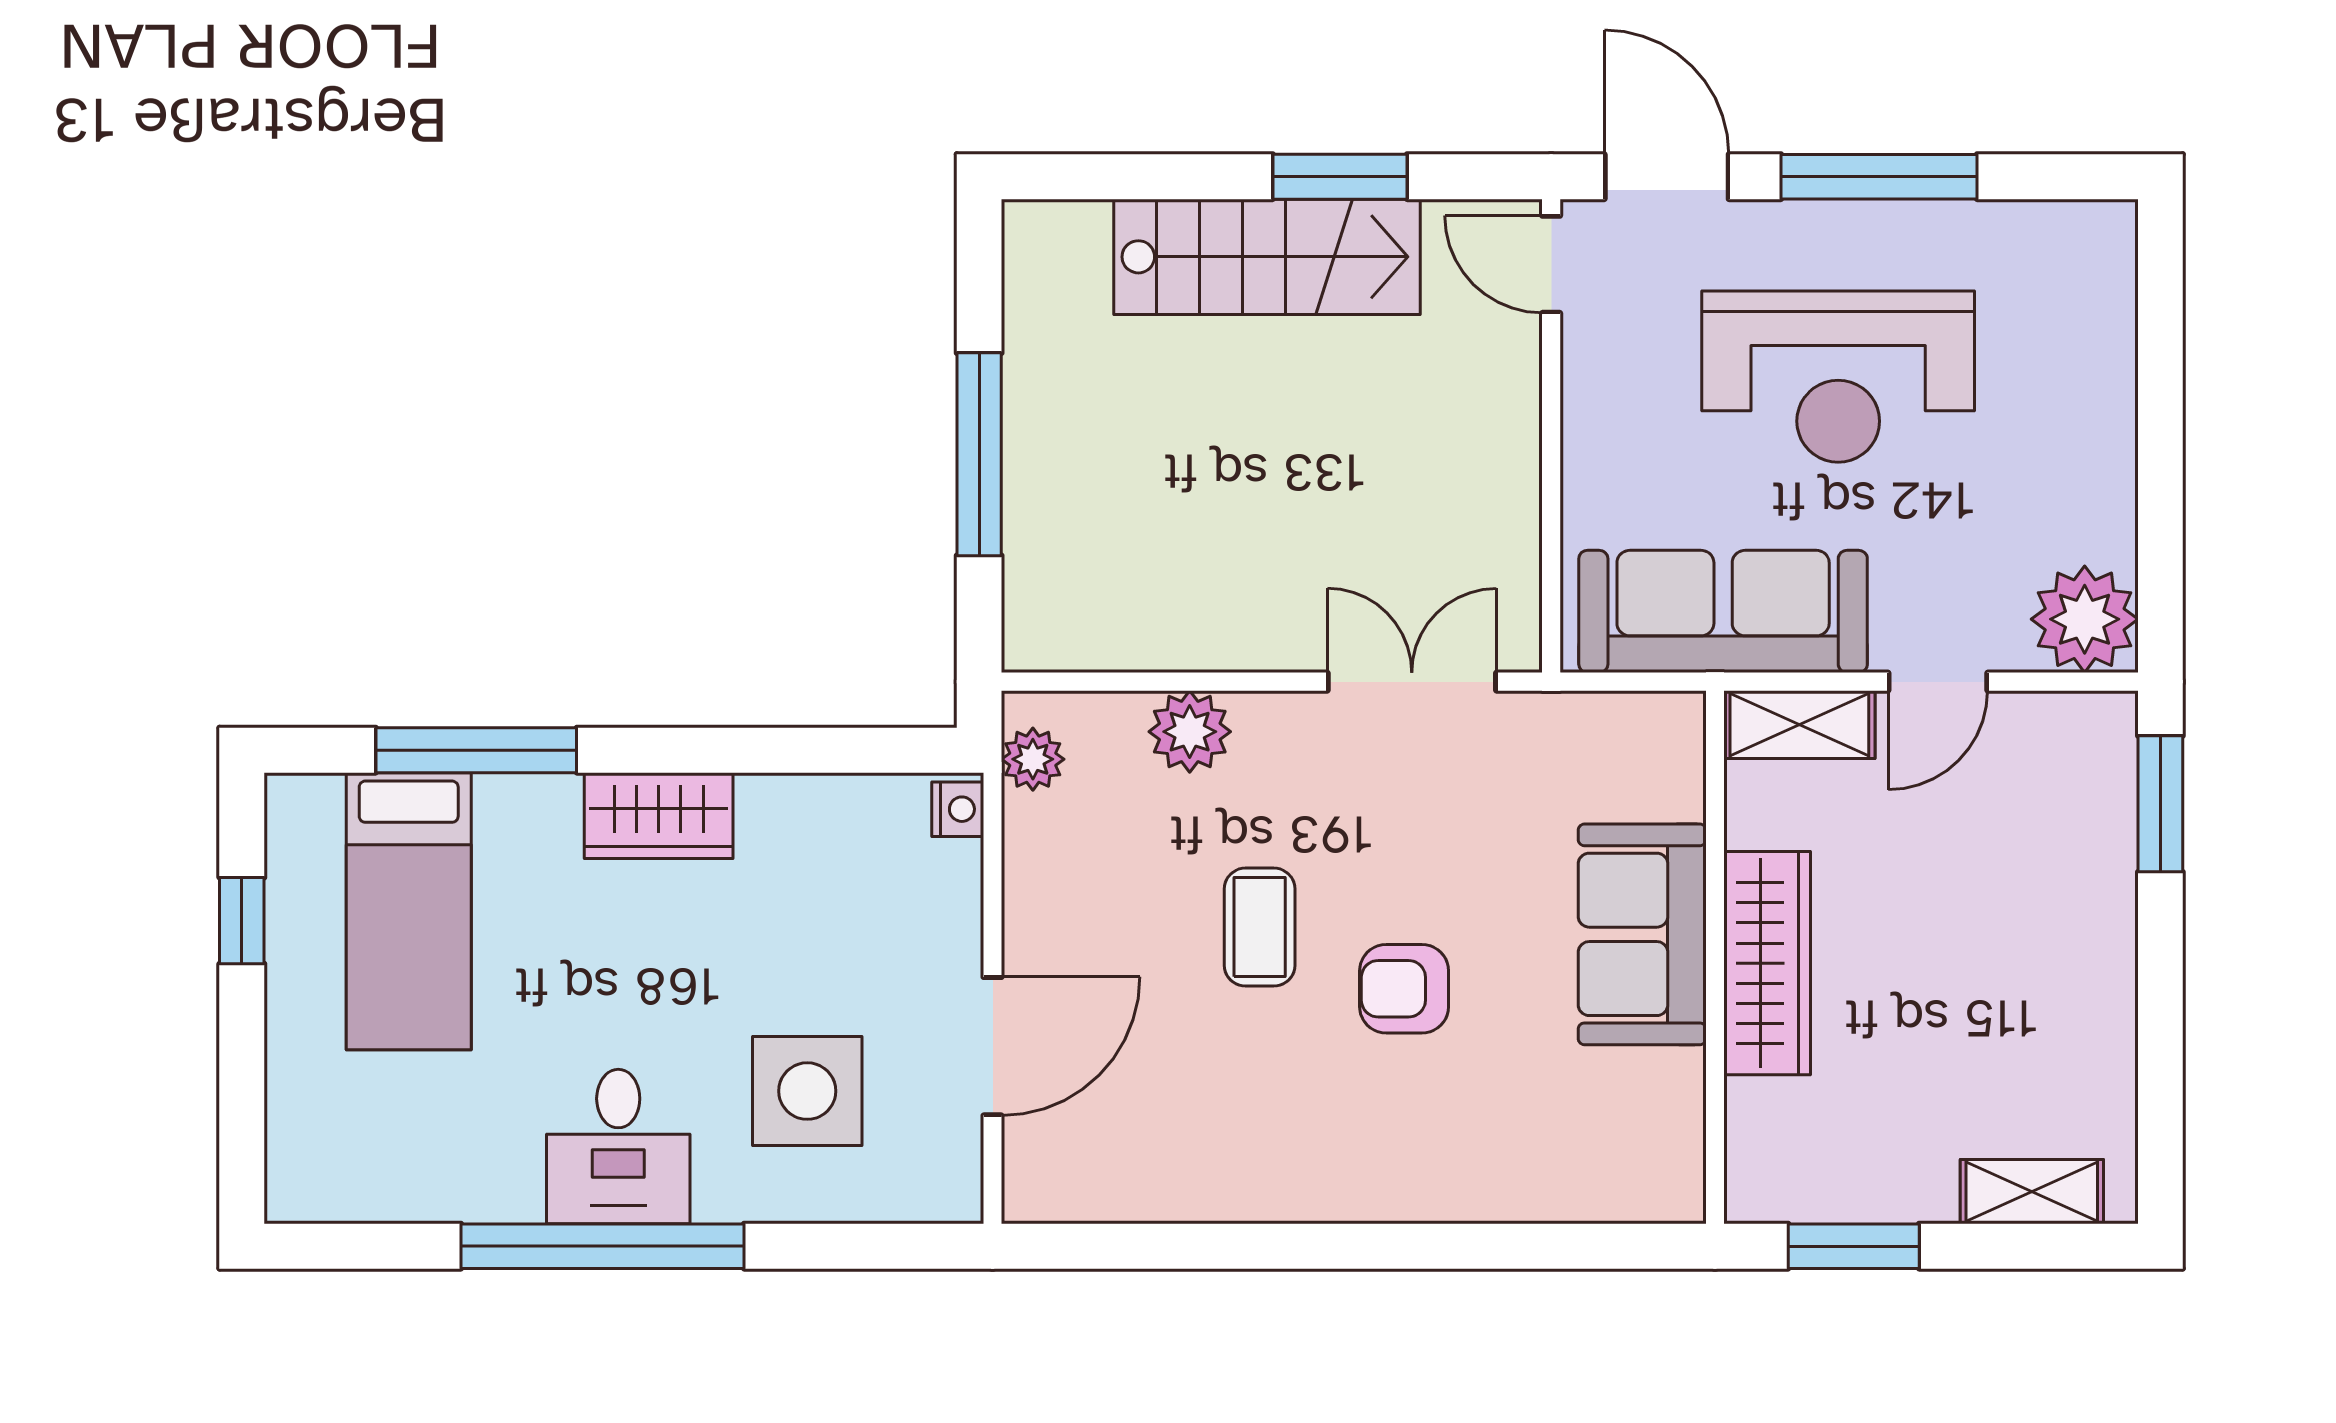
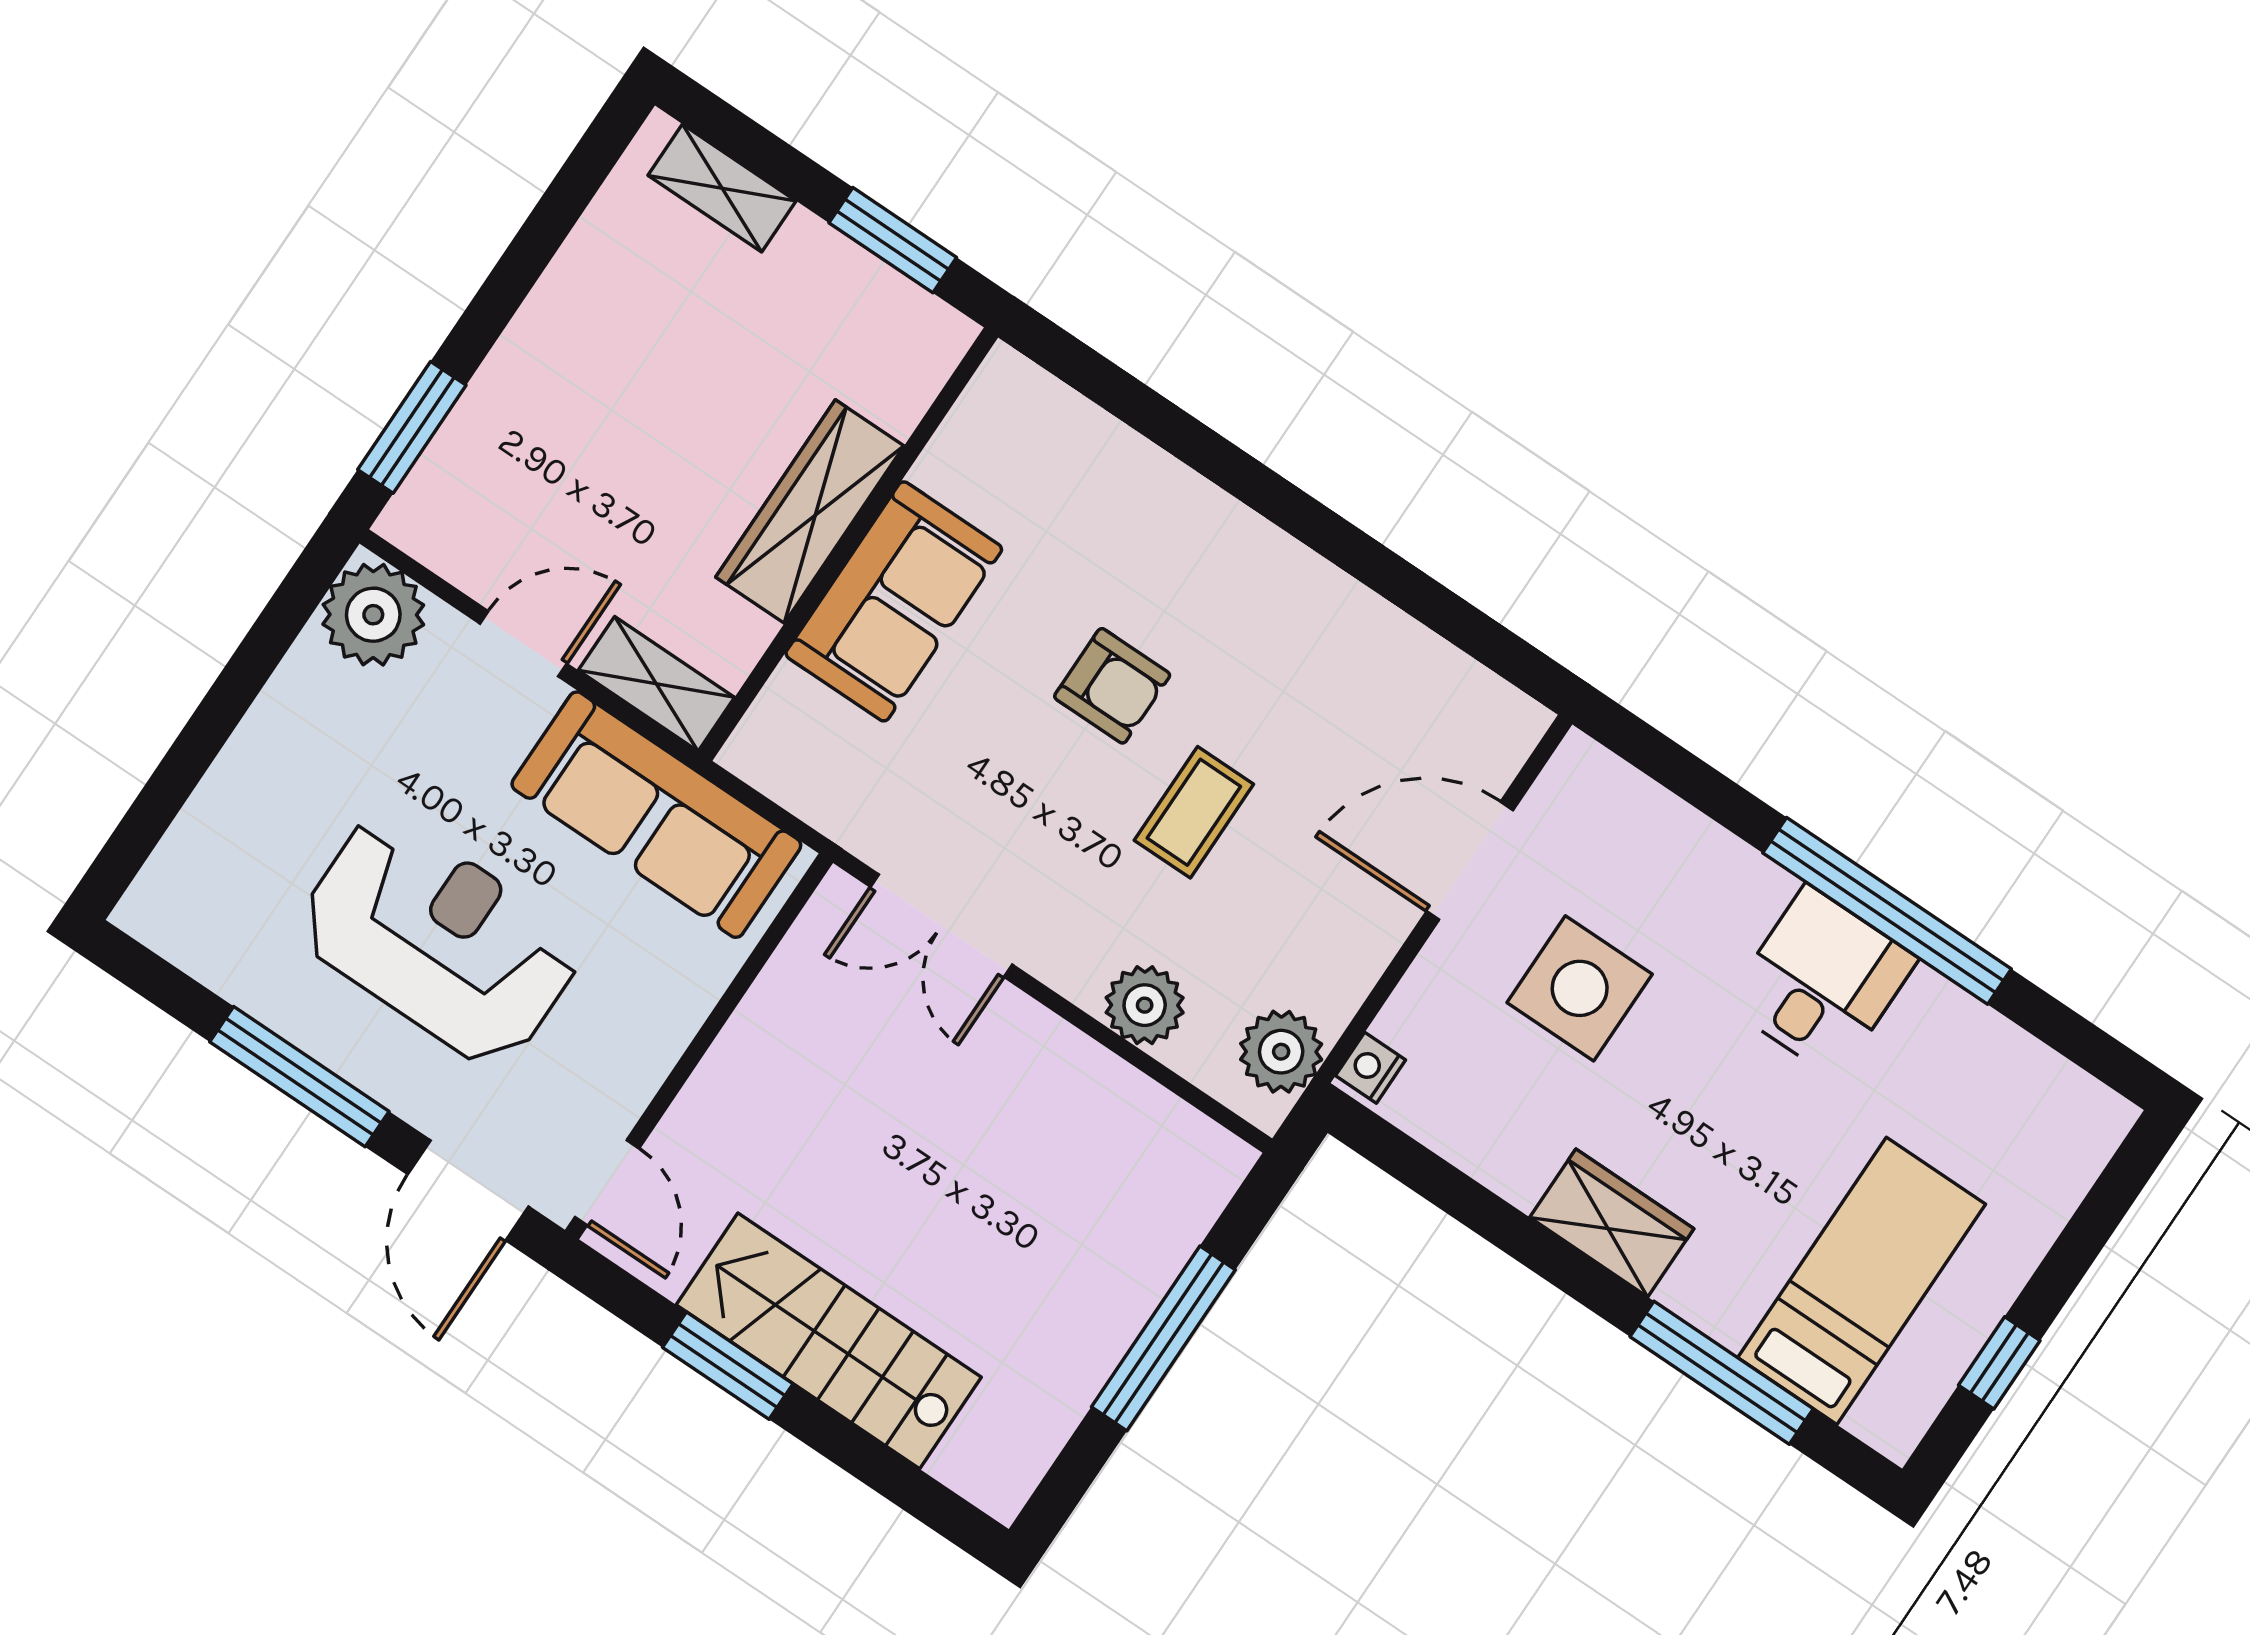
plant: (1033, 759) -> (1281, 1052), width x1.38, depth x1.38
side table: (807, 1091) -> (1580, 988), moved

